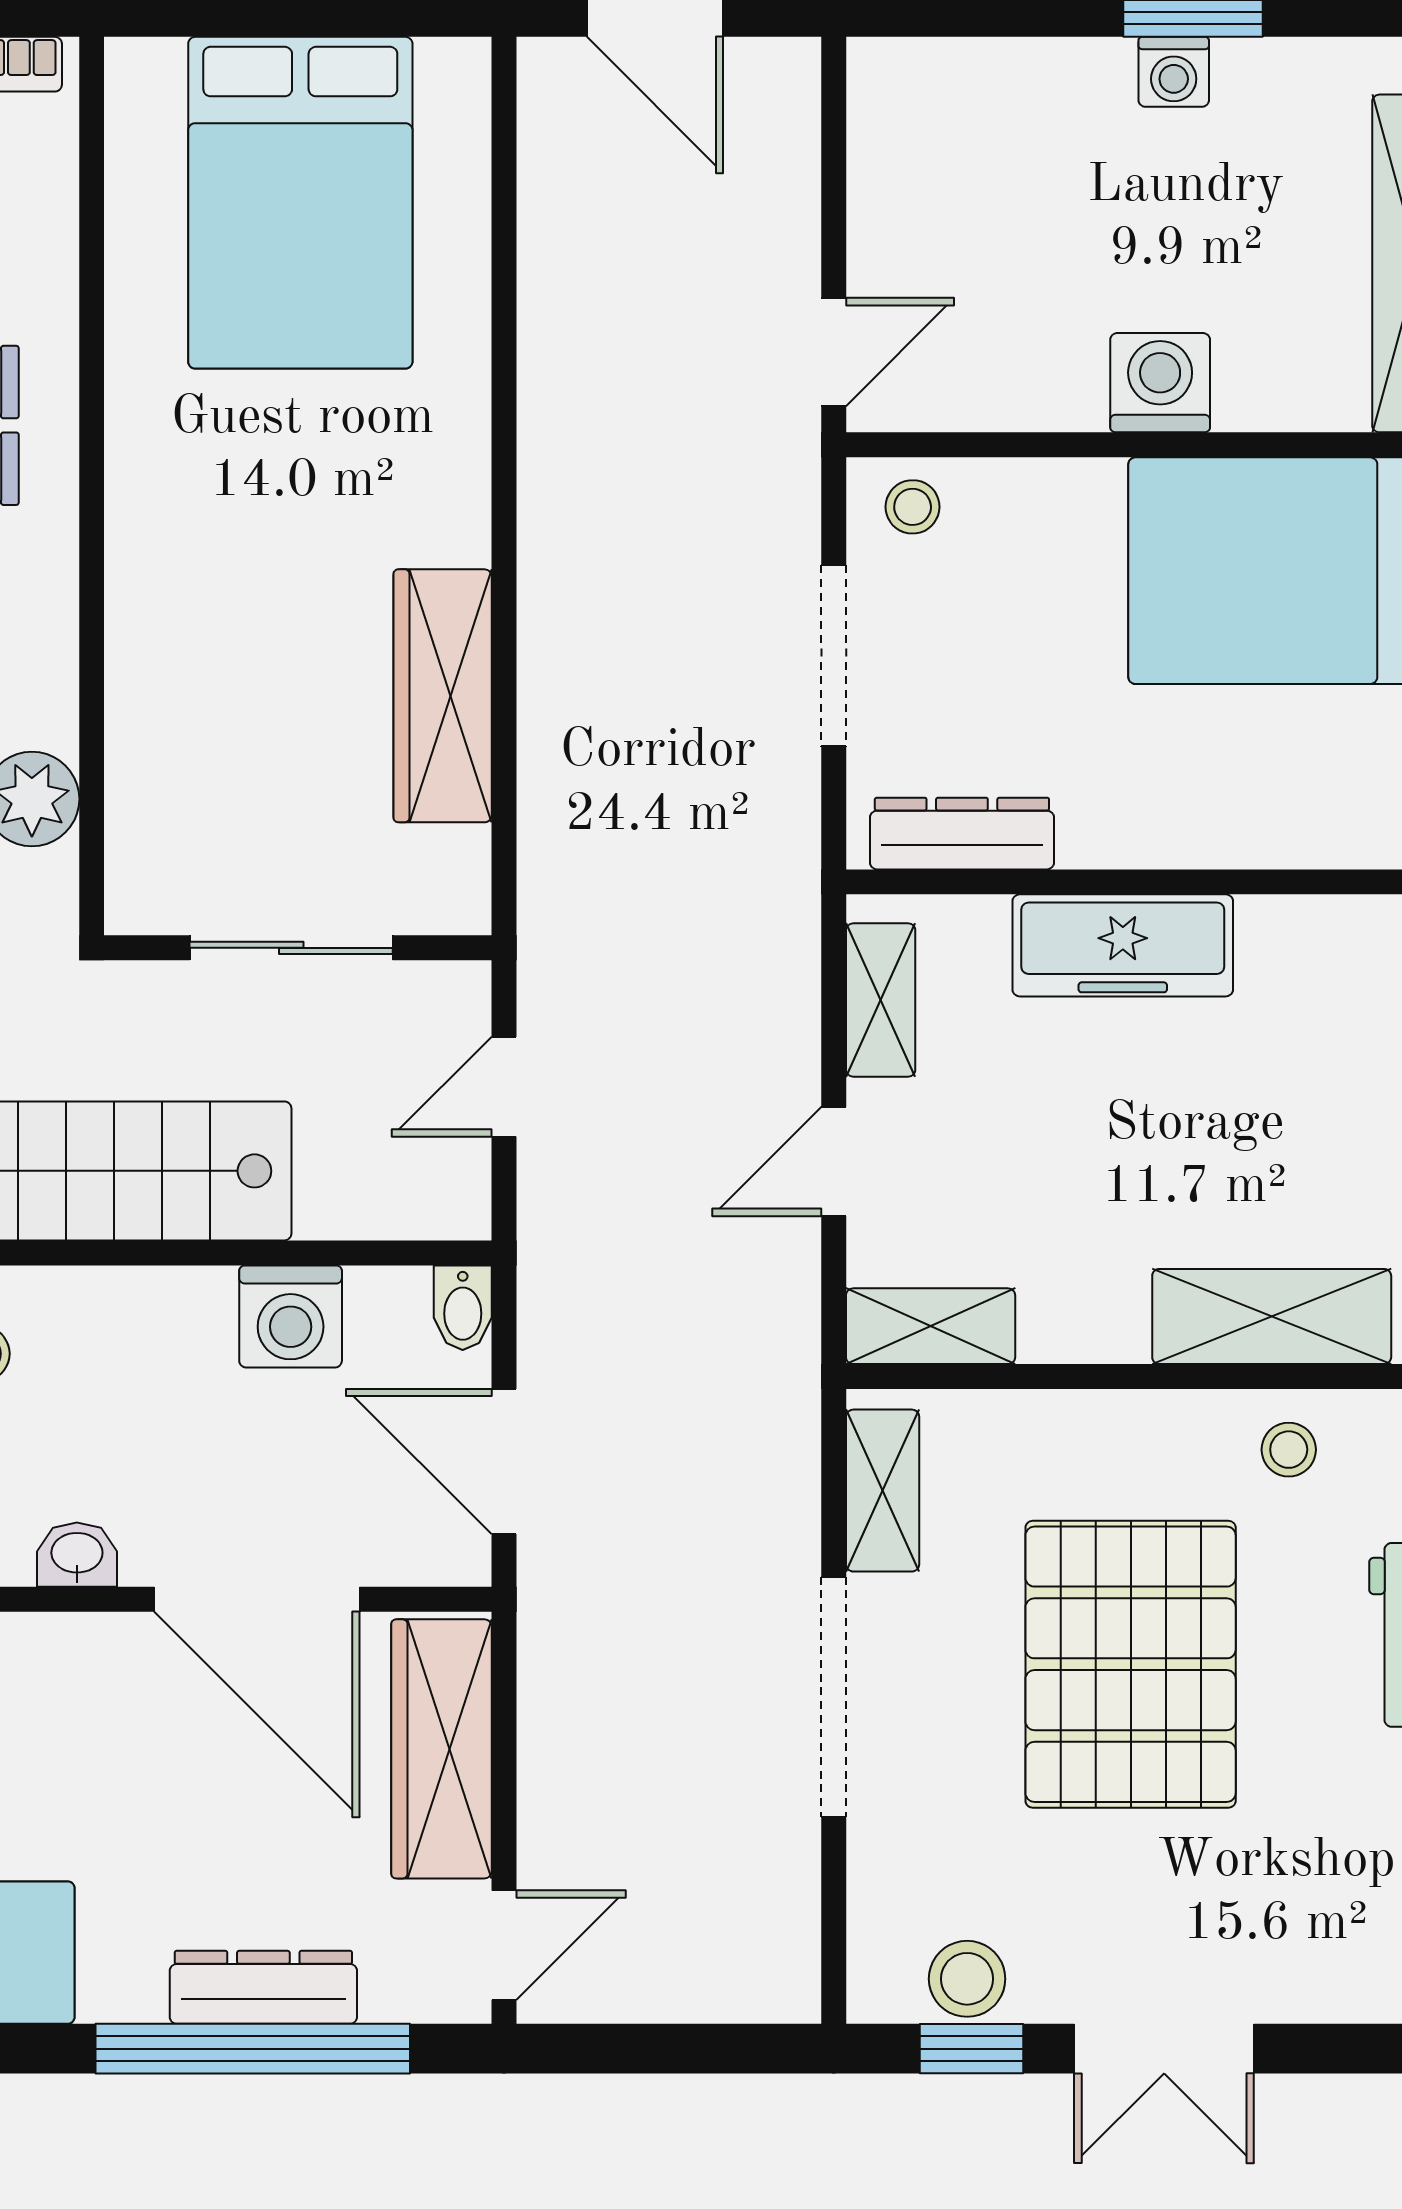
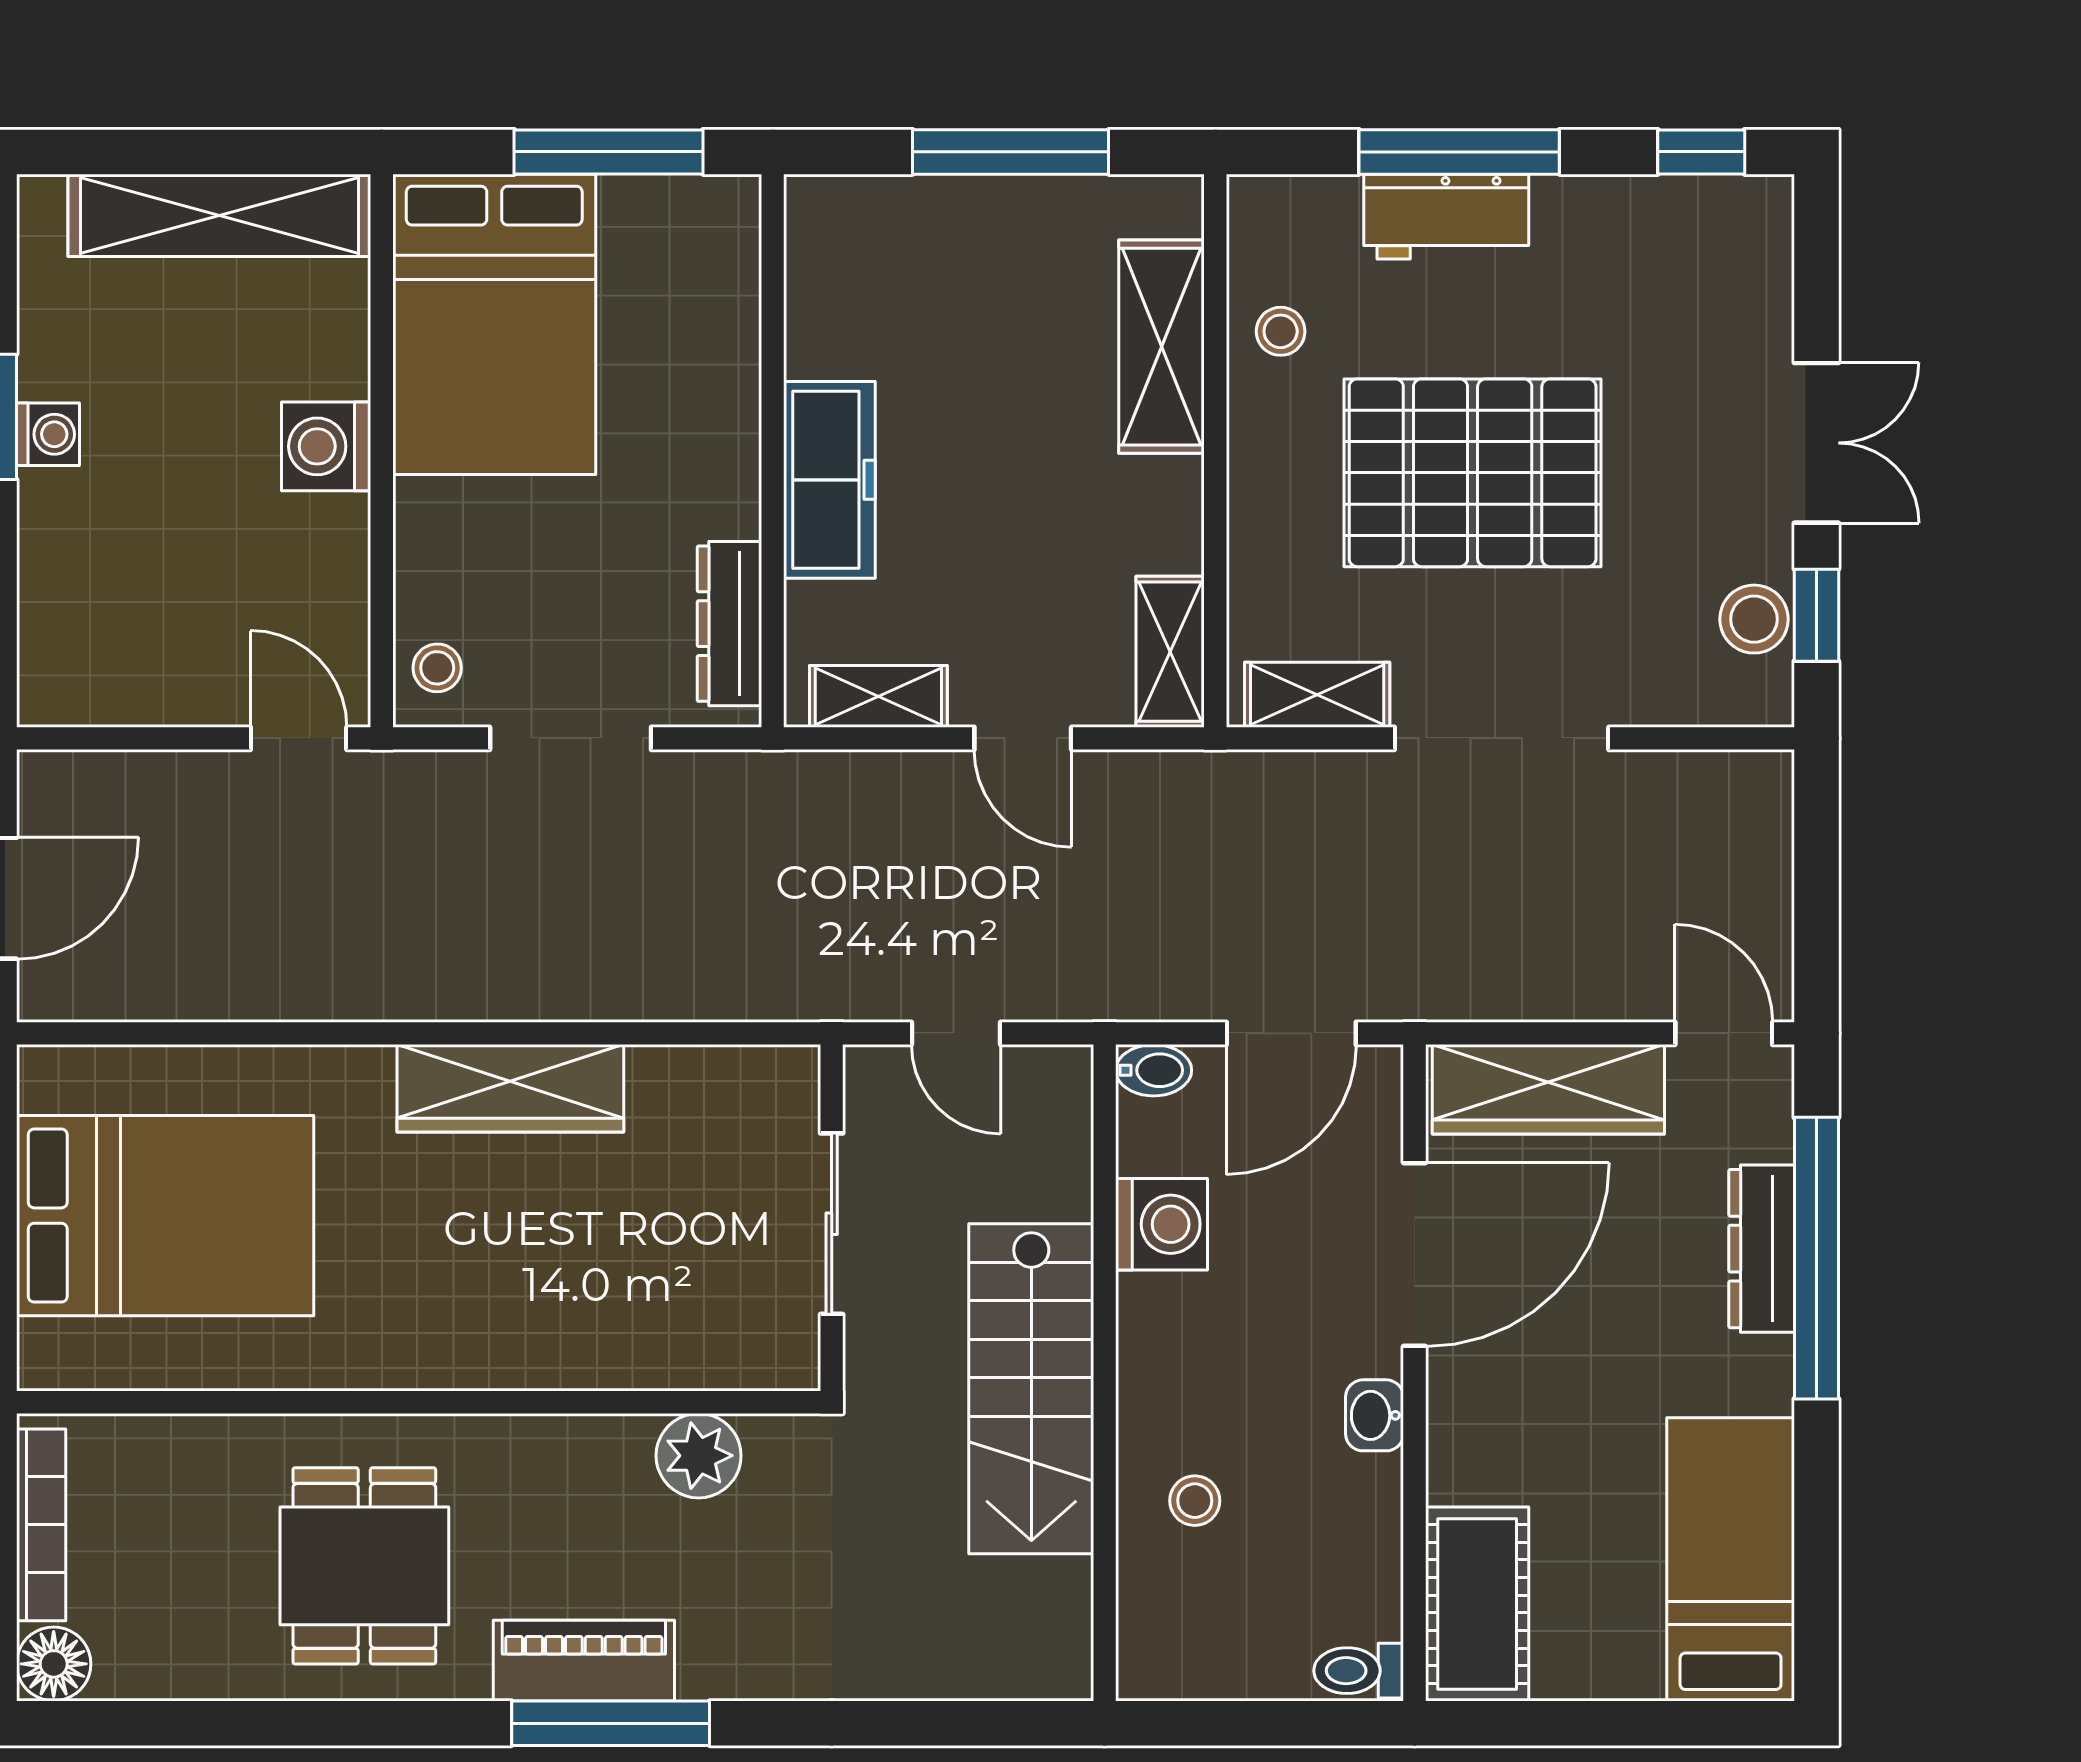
wardrobe: (443, 696) -> (510, 1088), moved

